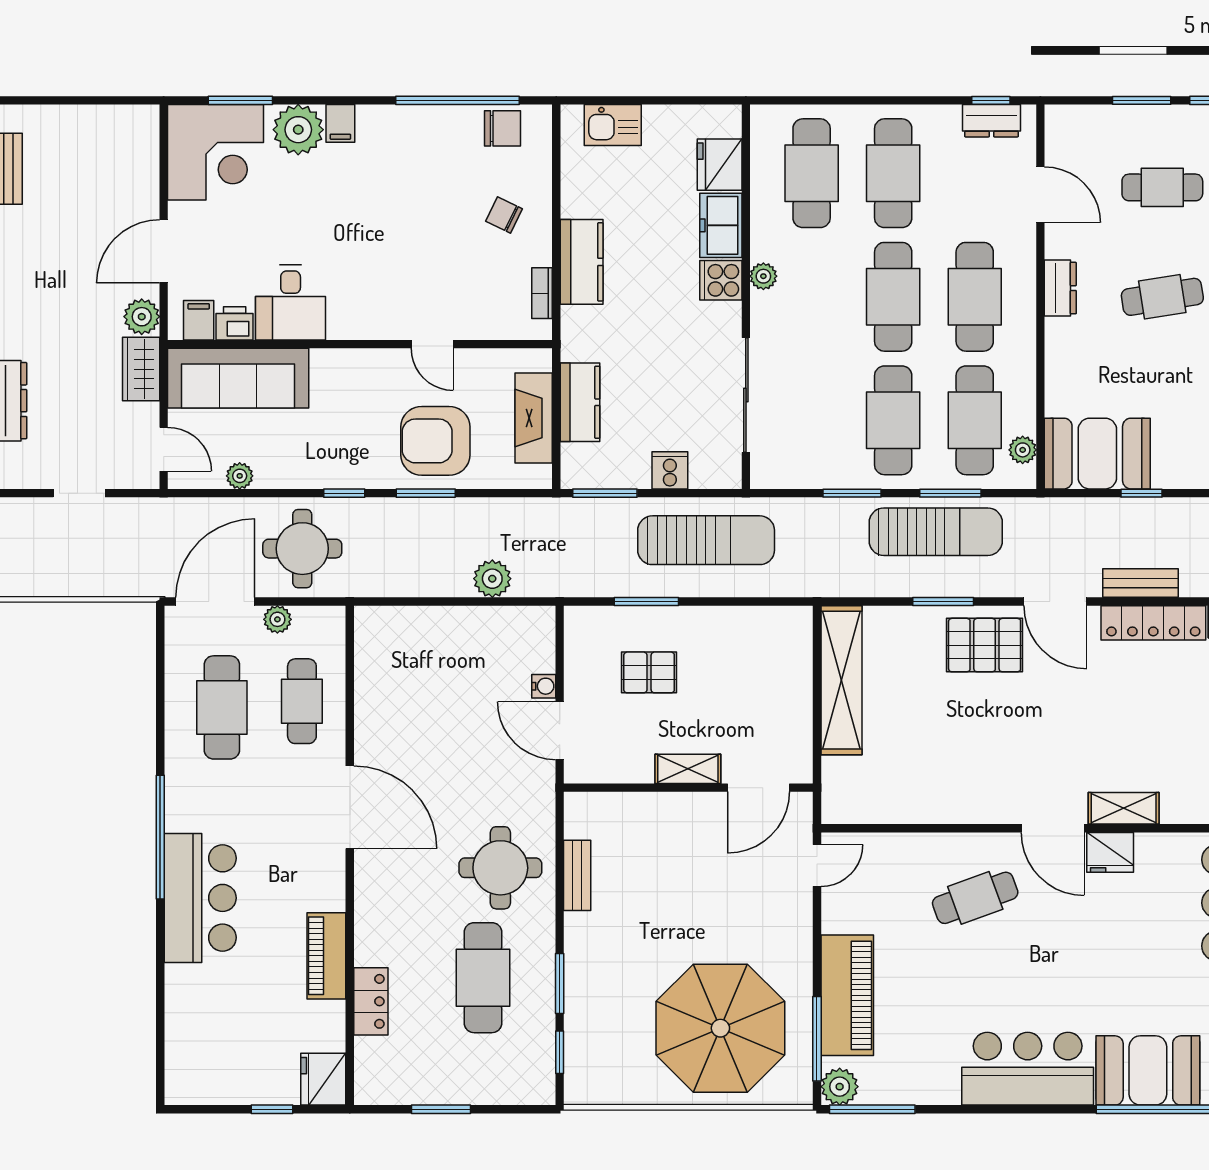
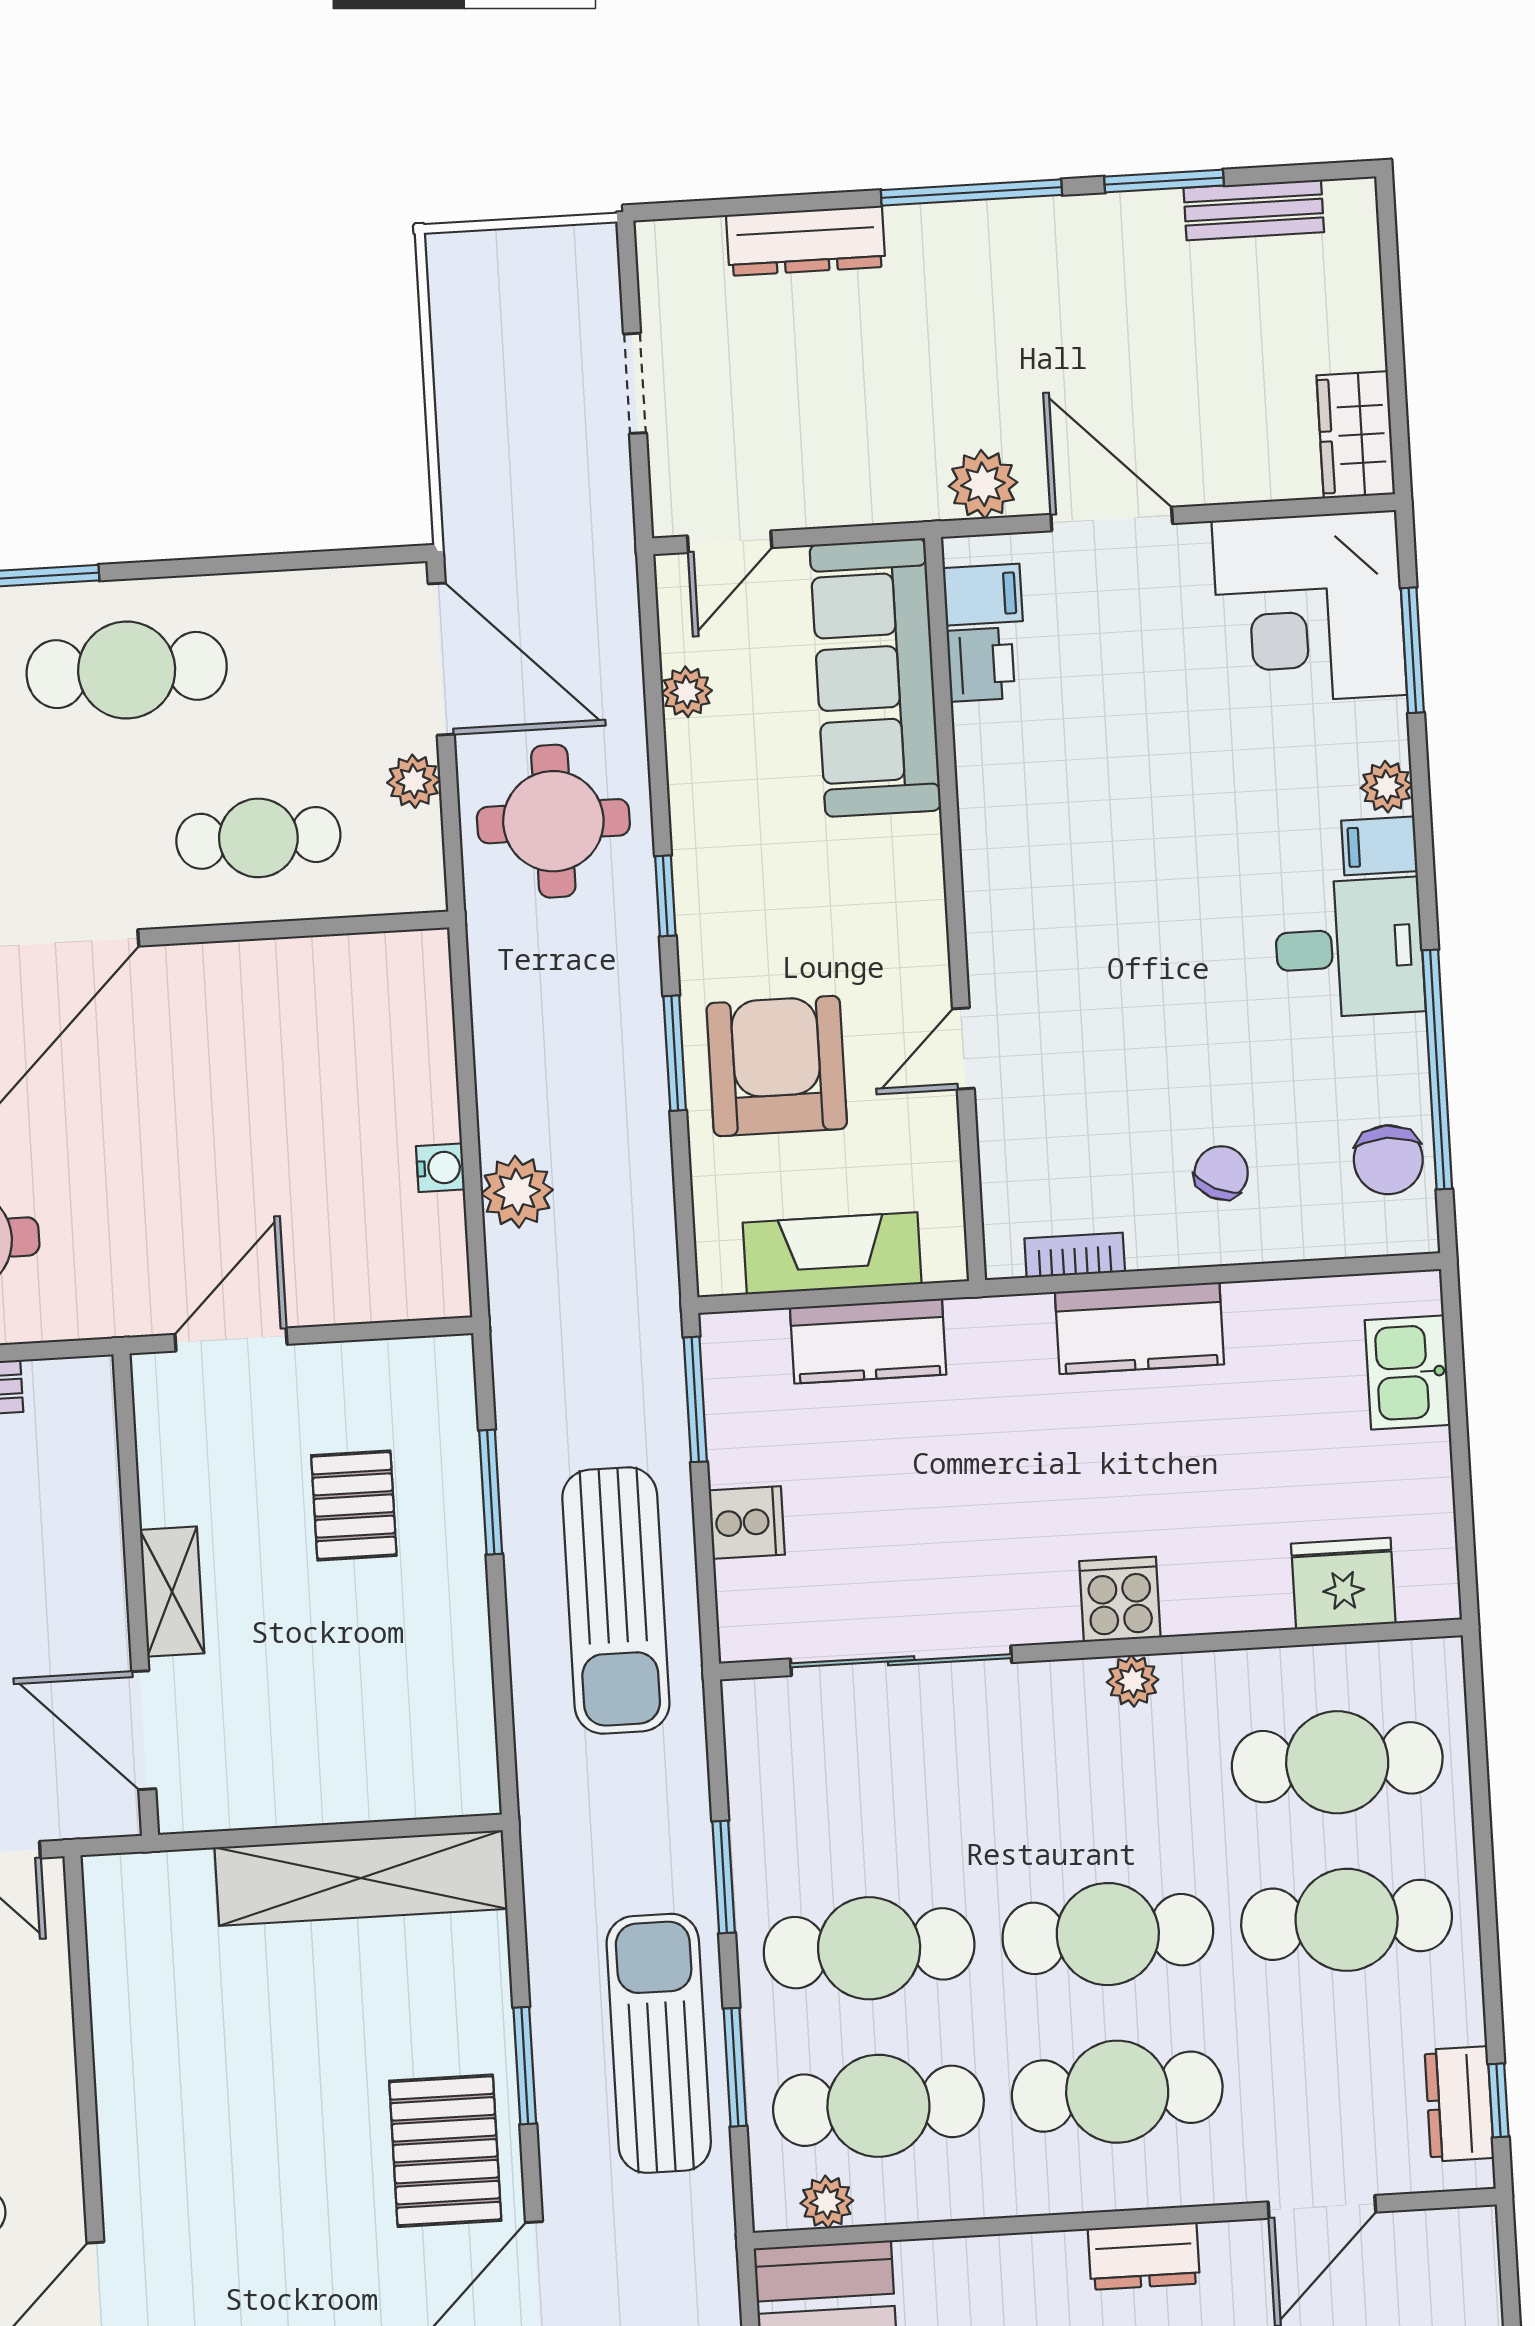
plant: (298, 130) -> (1387, 787), width x0.53, depth x0.53
freezer: (721, 225) -> (1226, 1593), removed
desk: (291, 302) -> (1349, 948), moved, turned 180
wardrobe: (141, 369) -> (1356, 435), moved, turned -90
sun lounger: (936, 532) -> (659, 2043), turned 180
water cooler: (544, 686) -> (440, 1168), moved, turned -90
cafe table: (222, 707) -> (127, 670), moved

